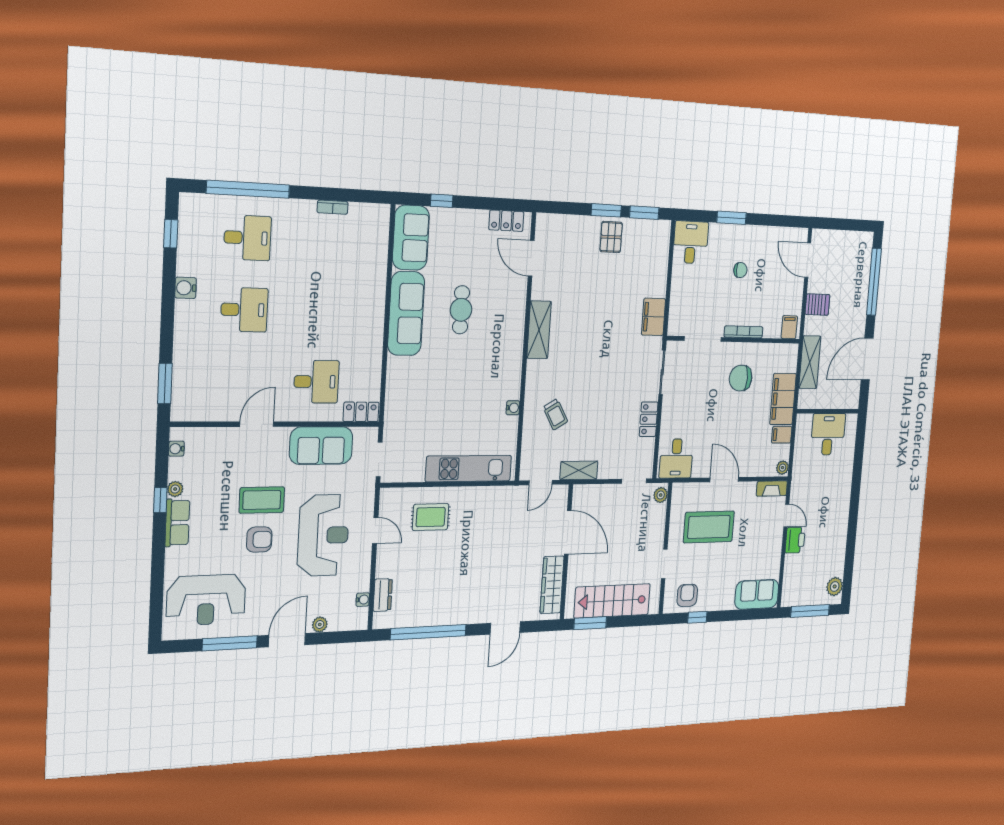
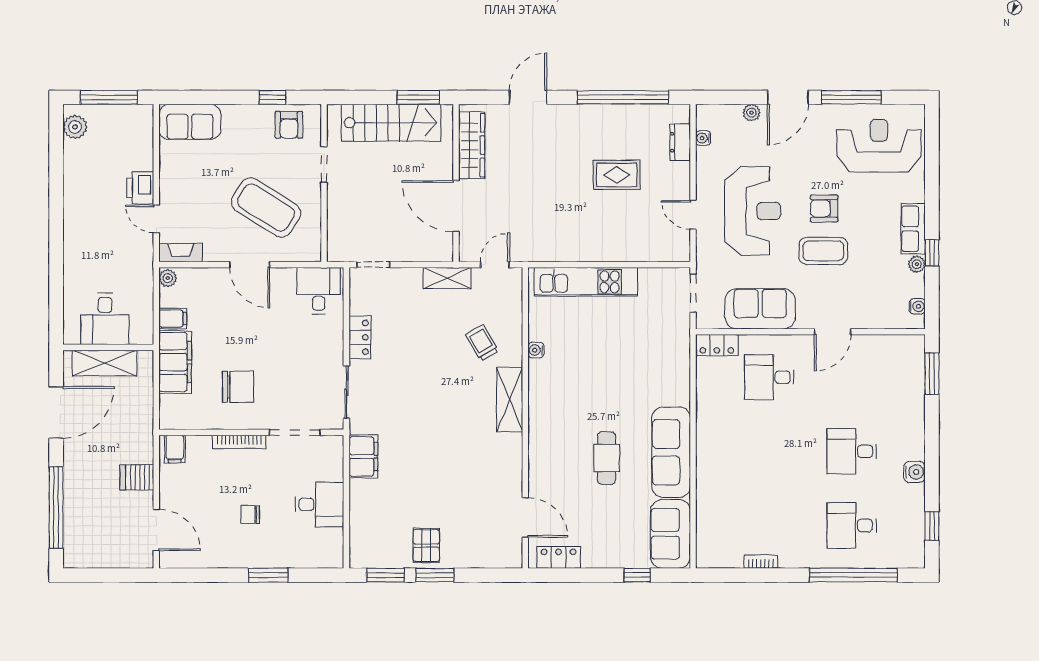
desk: (691, 242) -> (319, 504), moved, turned -90
shelving: (539, 330) -> (510, 400), moved
shelving: (810, 362) -> (104, 363), moved, turned 90
plant: (661, 495) -> (336, 247), removed
rug: (431, 517) -> (617, 175), moved
coffee table: (709, 527) -> (266, 207), turned 32
reception desk: (323, 535) -> (753, 211), turned 180

